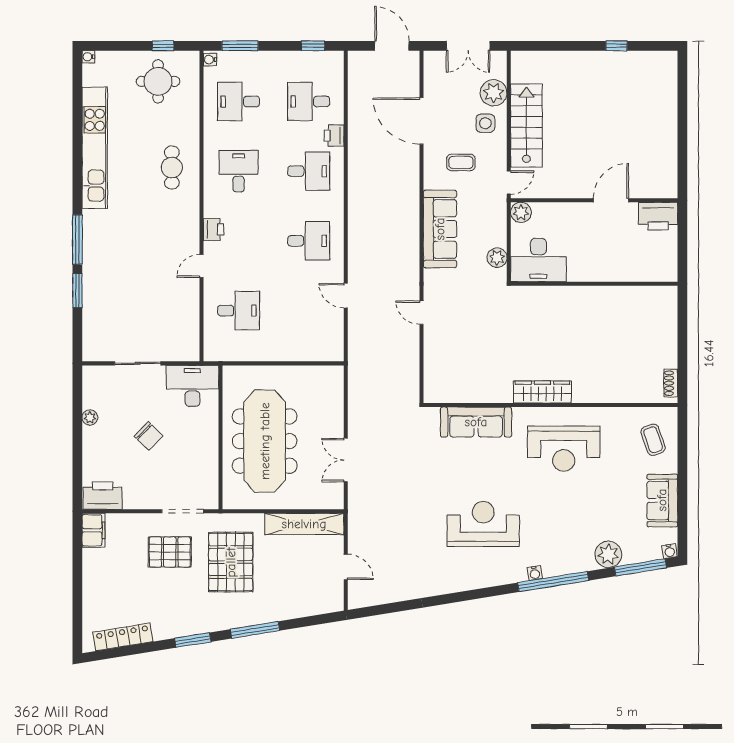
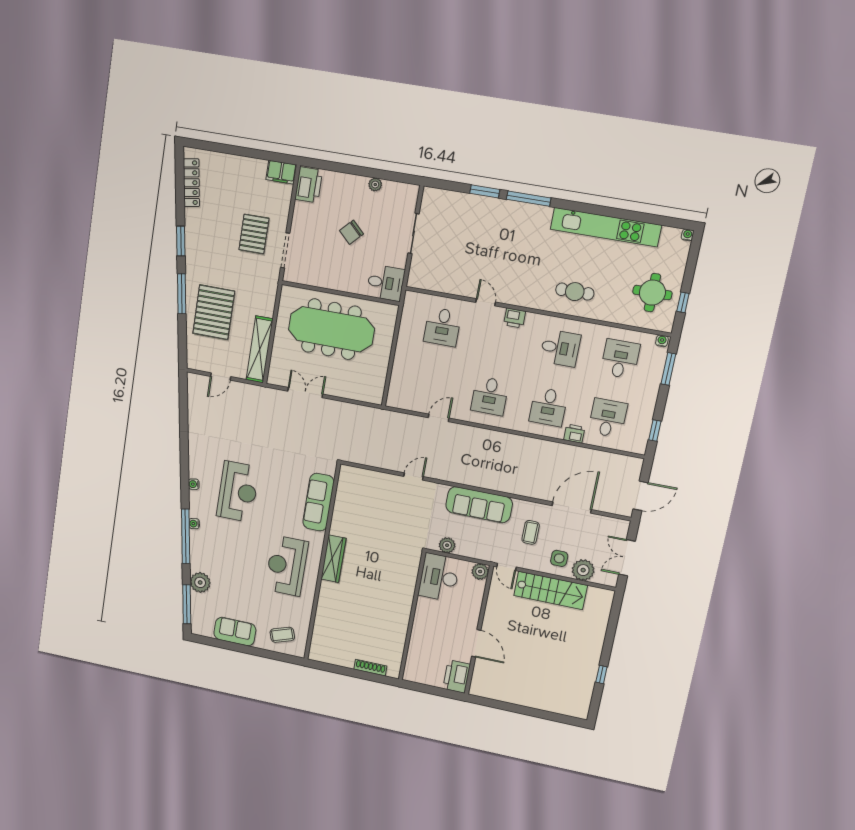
shoe rack: (671, 383) -> (370, 668), moved, width x1.43
desk: (192, 386) -> (386, 283), width x0.73
water cooler: (670, 551) -> (194, 484), moved
pallet: (231, 562) -> (214, 312), moved, turned 90

